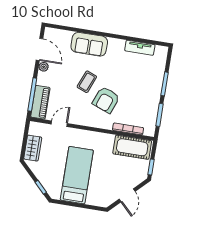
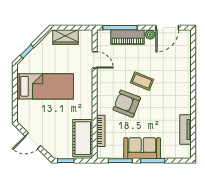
sofa: (89, 44) -> (142, 148), moved, turned 90
piano: (40, 102) -> (127, 37), moved

